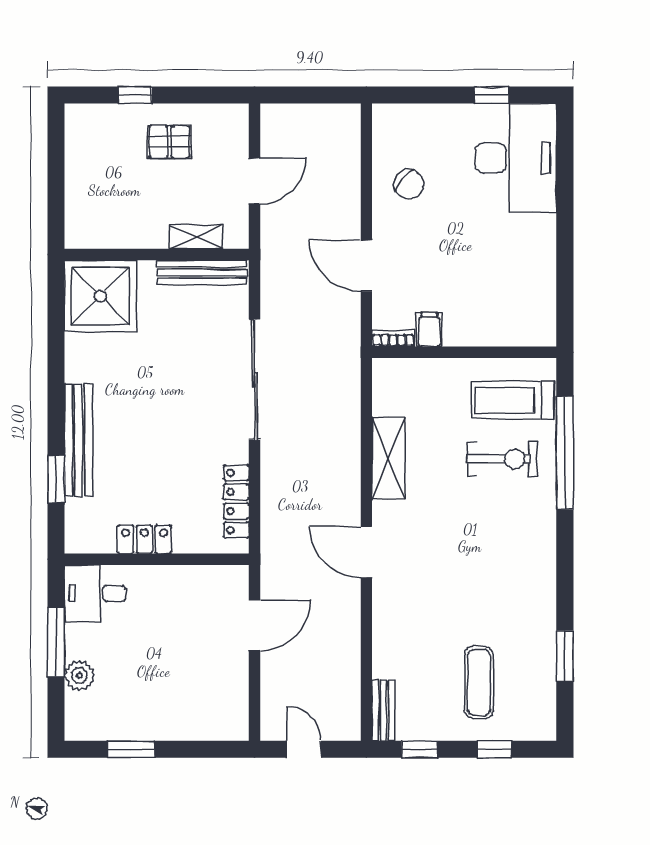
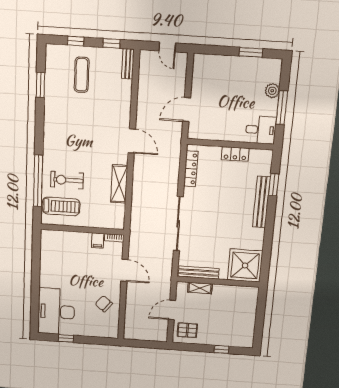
pallet: (169, 142) -> (187, 330), moved

